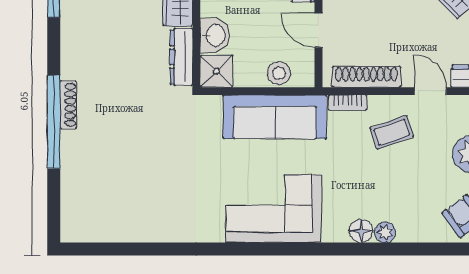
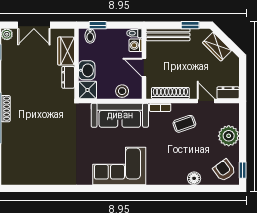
dresser: (181, 57) -> (68, 77), width x0.70
floor lamp: (361, 231) -> (194, 178), moved
plant: (385, 232) -> (181, 179), removed

